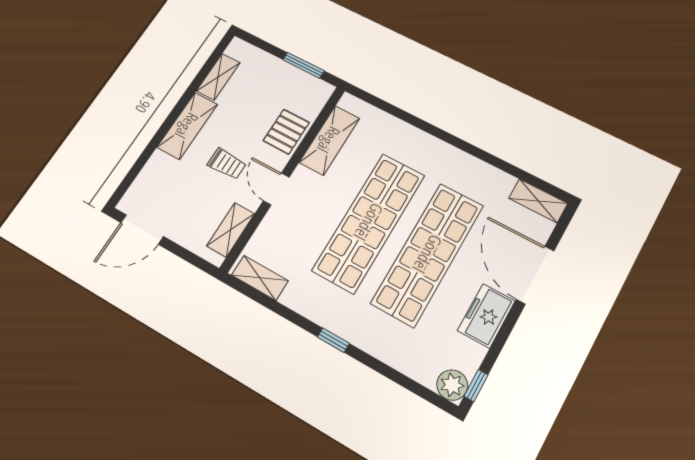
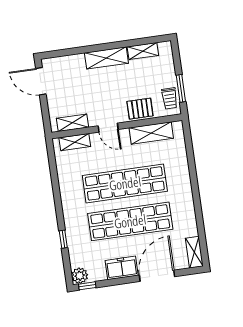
trolley: (227, 164) -> (170, 98), moved
door: (276, 189) -> (108, 128), swing flipped
shelving: (260, 278) -> (75, 142), moved, turned 90
window: (333, 340) -> (63, 239), moved

